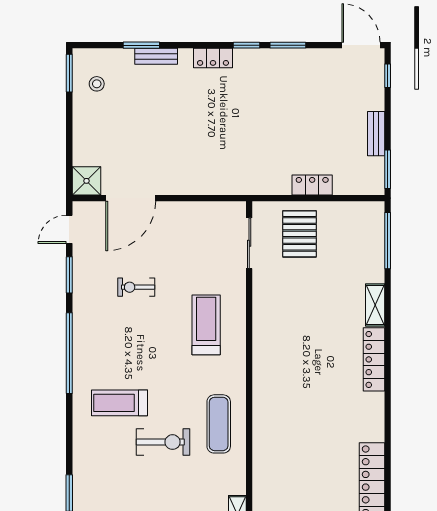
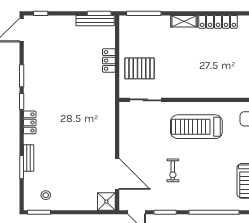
bench: (376, 134) -> (95, 21), moved, width x1.36
treadmill: (206, 325) -> (196, 127), width x1.37, depth x1.38

